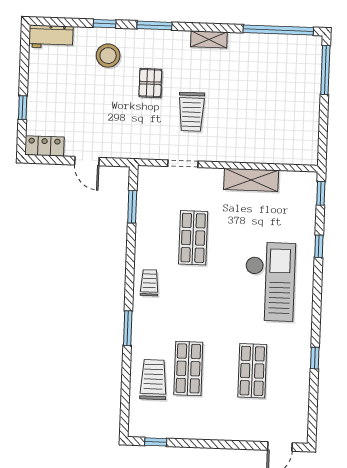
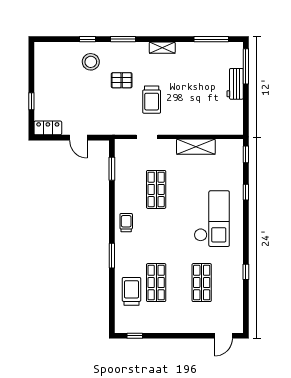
window: (278, 30) -> (211, 39), width x0.68
workbench: (51, 37) -> (235, 84), moved, turned 90
pallet: (150, 83) -> (122, 80), turned 90

